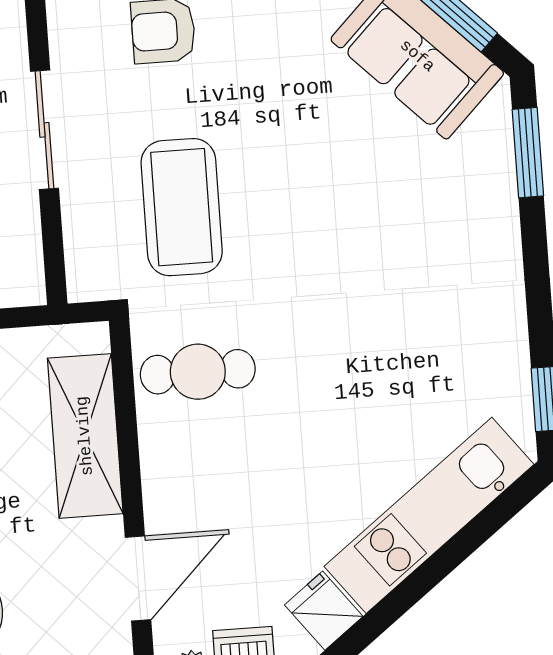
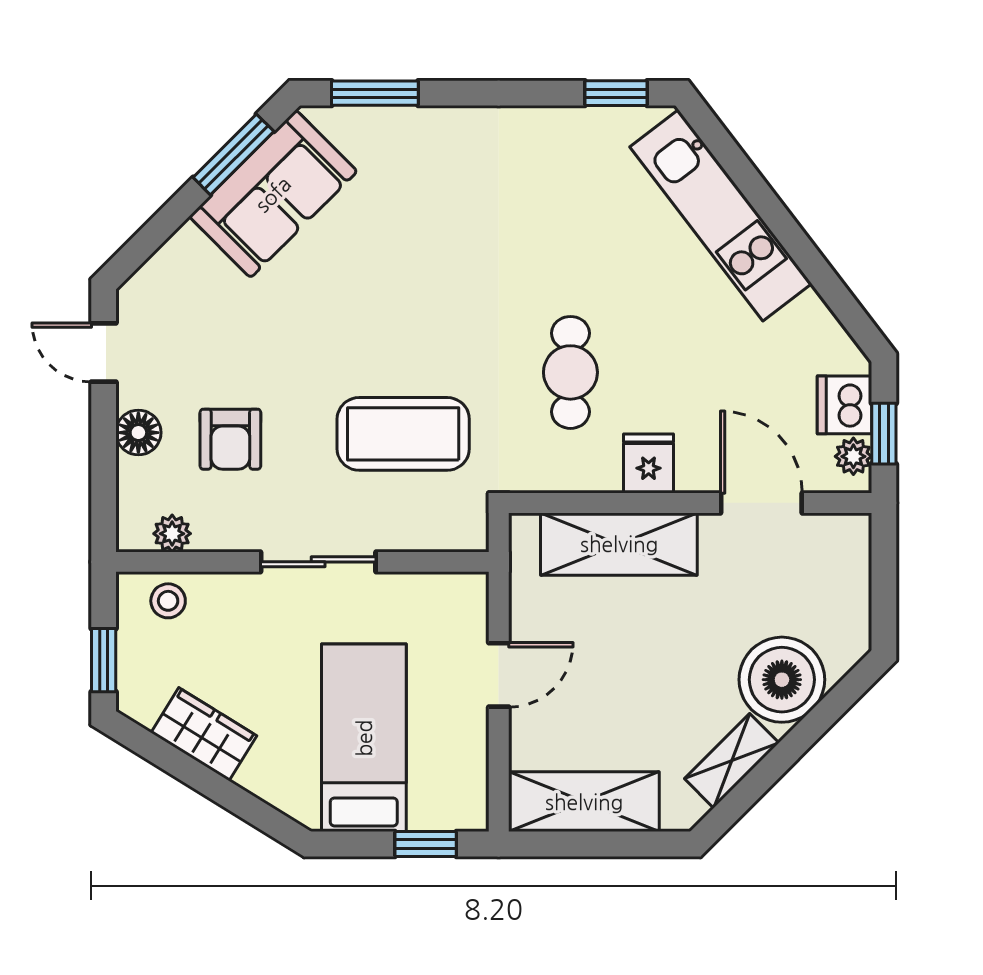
cafe table: (198, 372) -> (570, 372), moved
fridge: (324, 611) -> (649, 463), moved, turned 127

